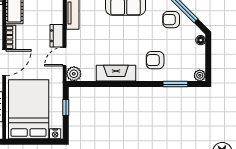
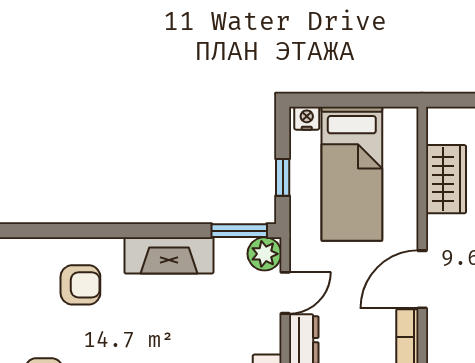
window: (175, 84) -> (239, 231), moved
bed: (29, 109) -> (352, 174), width x0.67

